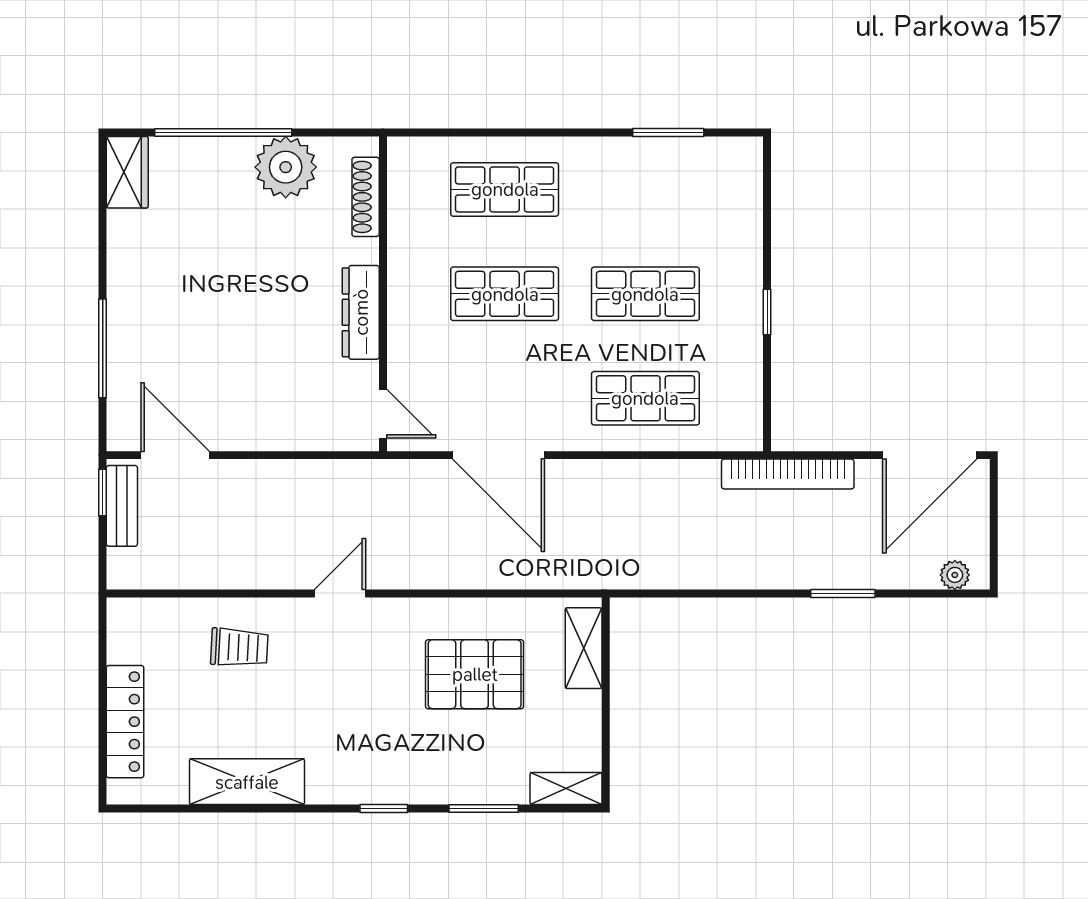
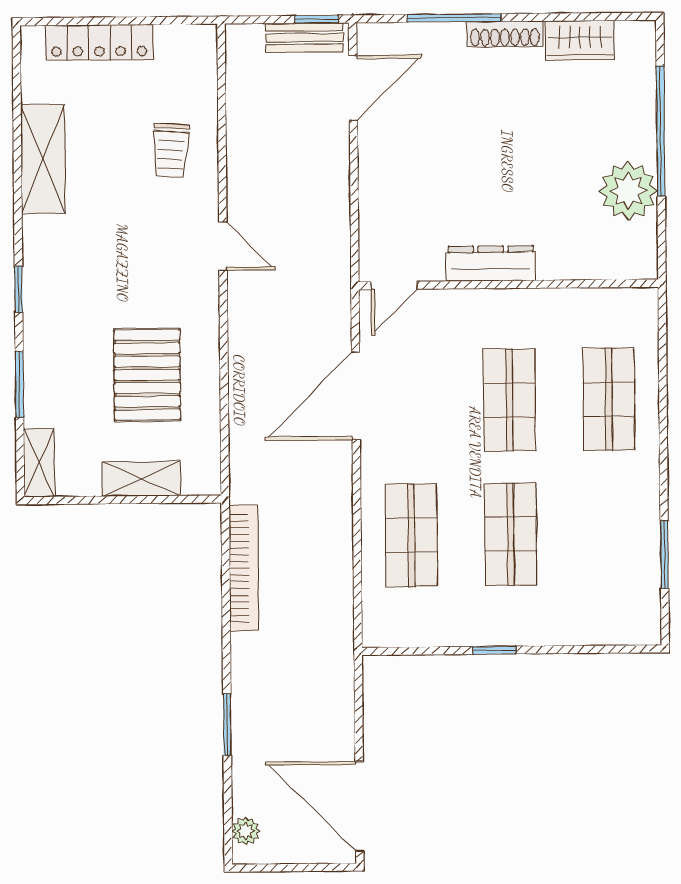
wardrobe: (127, 172) -> (580, 40), moved
shoe rack: (366, 197) -> (505, 34), moved, turned 180
bookcase: (788, 474) -> (244, 568), moved, turned 180
shelving: (584, 648) -> (141, 479), moved

